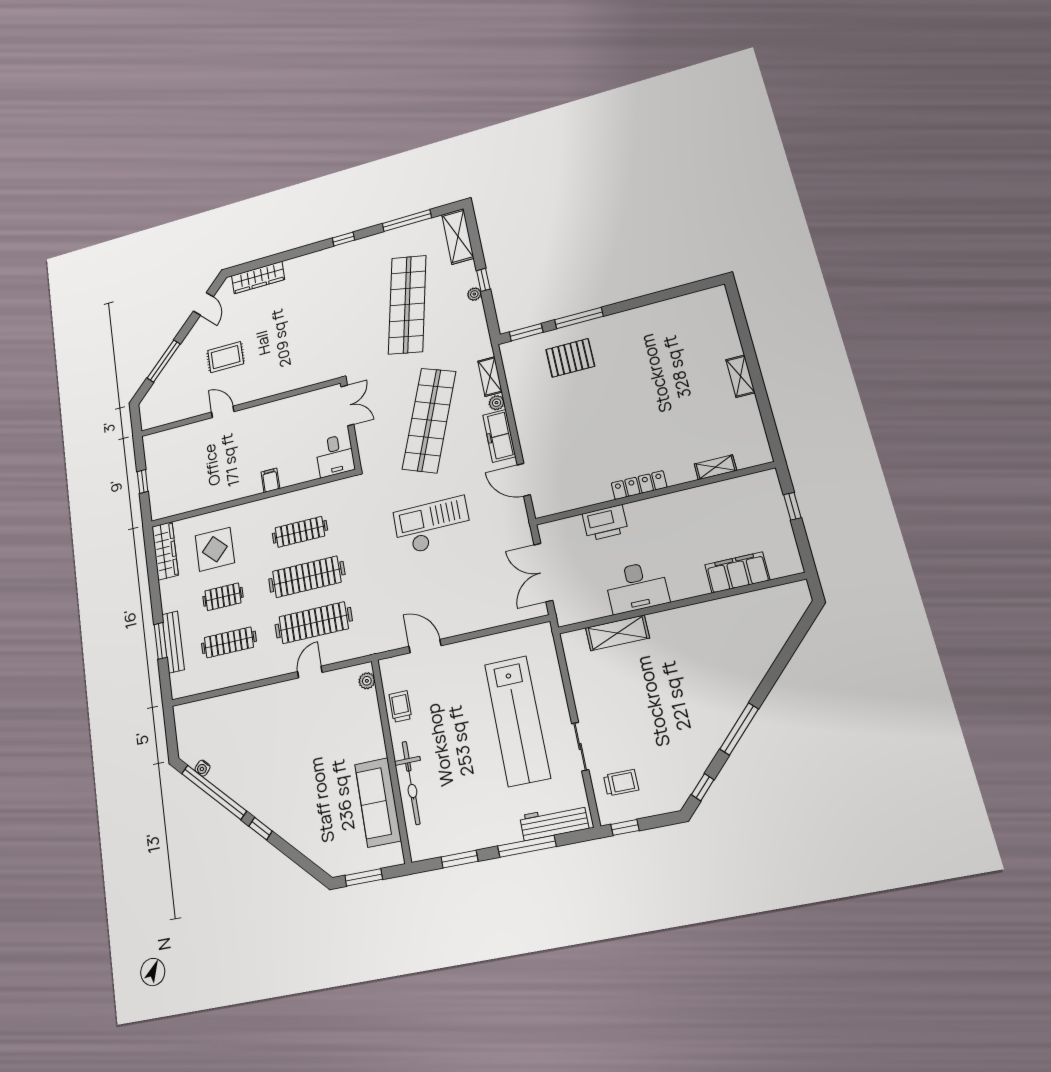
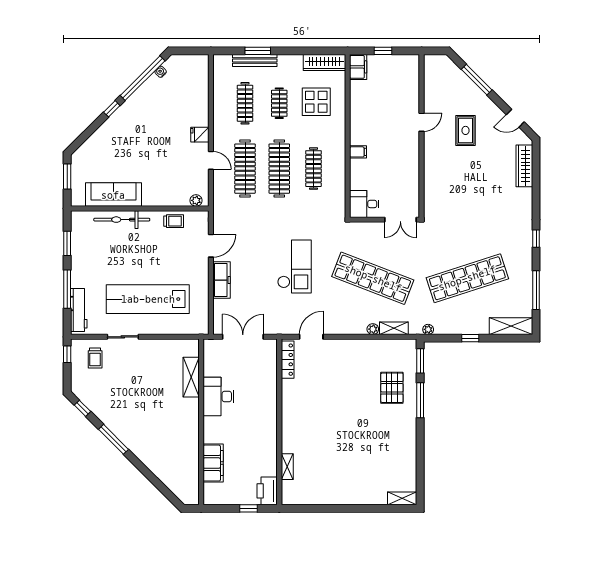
plant: (474, 294) -> (428, 329), moved
shop shelf: (407, 304) -> (467, 278), turned -30
shelving: (740, 376) -> (402, 498), moved
freezer: (499, 436) -> (222, 280), moved, turned 90
locker: (639, 485) -> (288, 360), moved
filing cabinet: (165, 507) -> (358, 67), added
printer: (605, 523) -> (267, 491), moved
fridge: (278, 695) -> (200, 135), added

